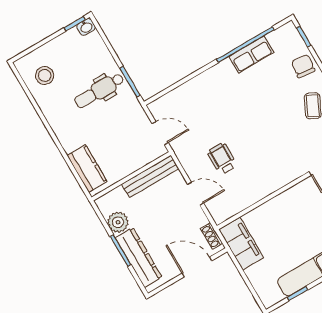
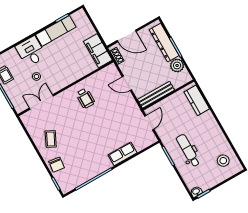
row of seats: (251, 54) -> (122, 154), moved
dental chair: (99, 91) -> (188, 150), turned -90
door: (160, 133) -> (149, 123), swing flipped
wheelchair: (222, 159) -> (85, 98), moved

